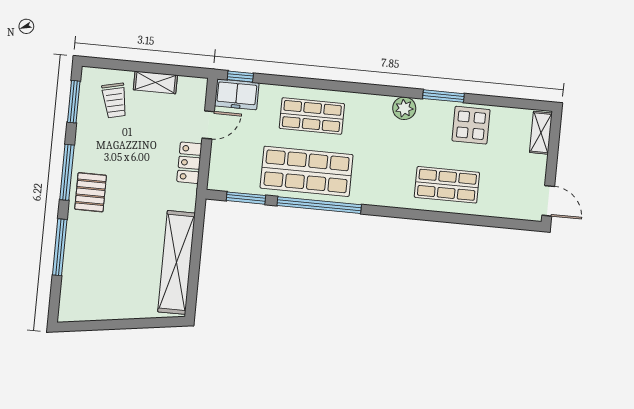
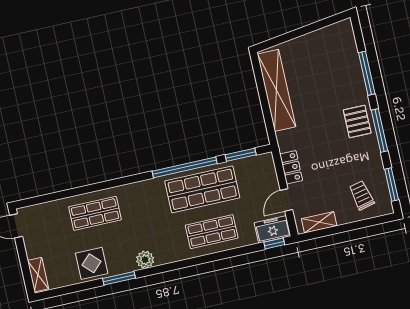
shelving: (155, 82) -> (319, 222), moved

